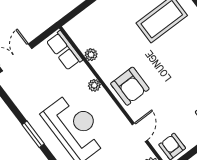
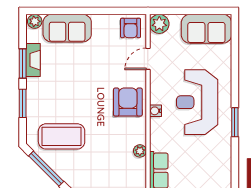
plant: (94, 85) -> (156, 124), removed
water cooler: (103, 96) -> (156, 111), added

